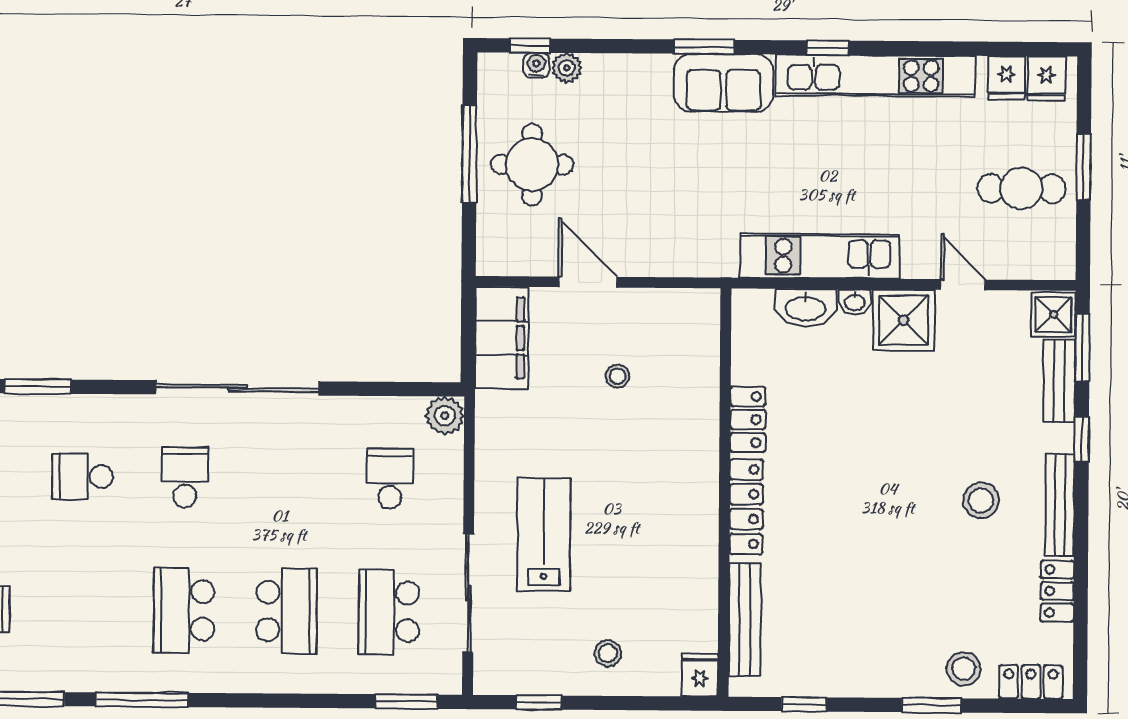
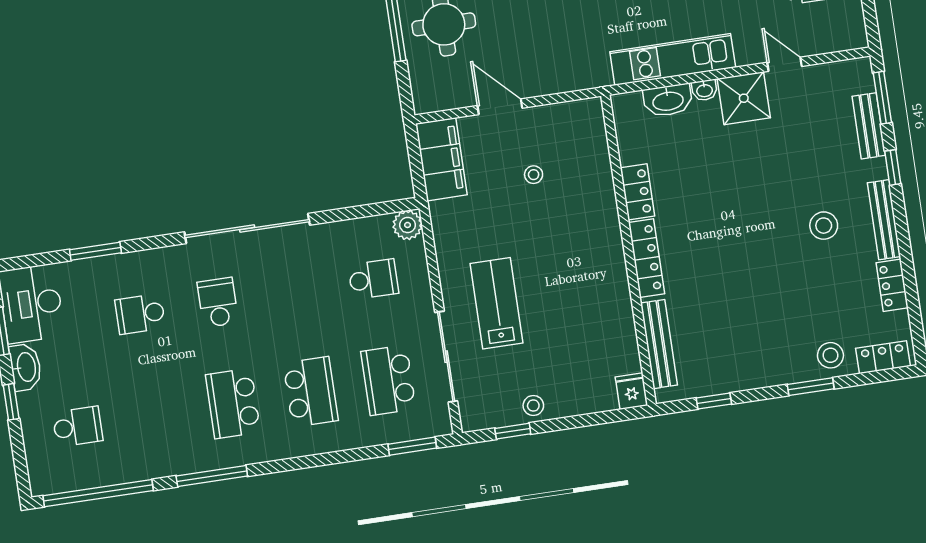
shower: (1053, 315) -> (857, 76), removed
school desk: (390, 479) -> (373, 279), turned 90
stool: (608, 653) -> (533, 406), moved

